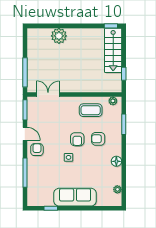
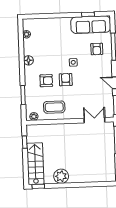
plant: (59, 36) -> (61, 176), moved
double door: (48, 95) -> (94, 120), swing flipped
armchair: (37, 150) -> (97, 49), moved
sofa: (75, 197) -> (91, 25), moved

